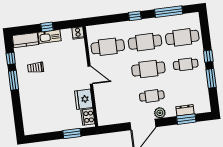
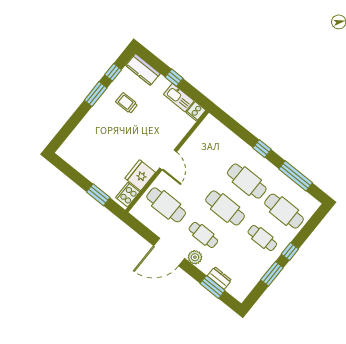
kitchen sink: (49, 37) -> (179, 98), moved
cafe table: (108, 47) -> (166, 205), moved

